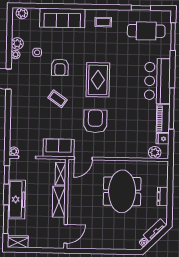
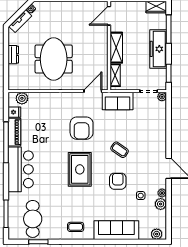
cafe table: (146, 31) -> (33, 219), turned 90

